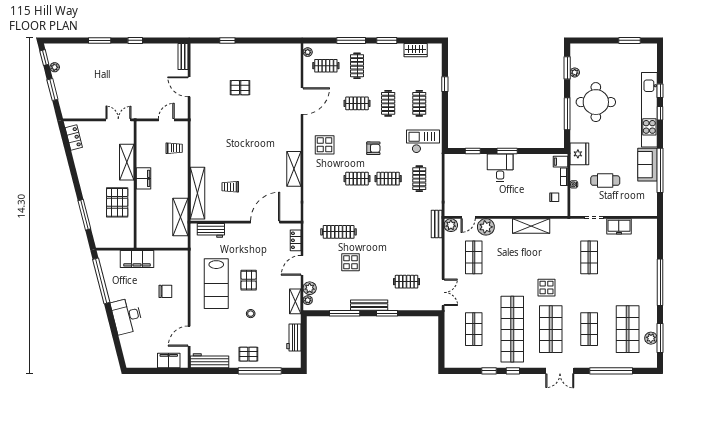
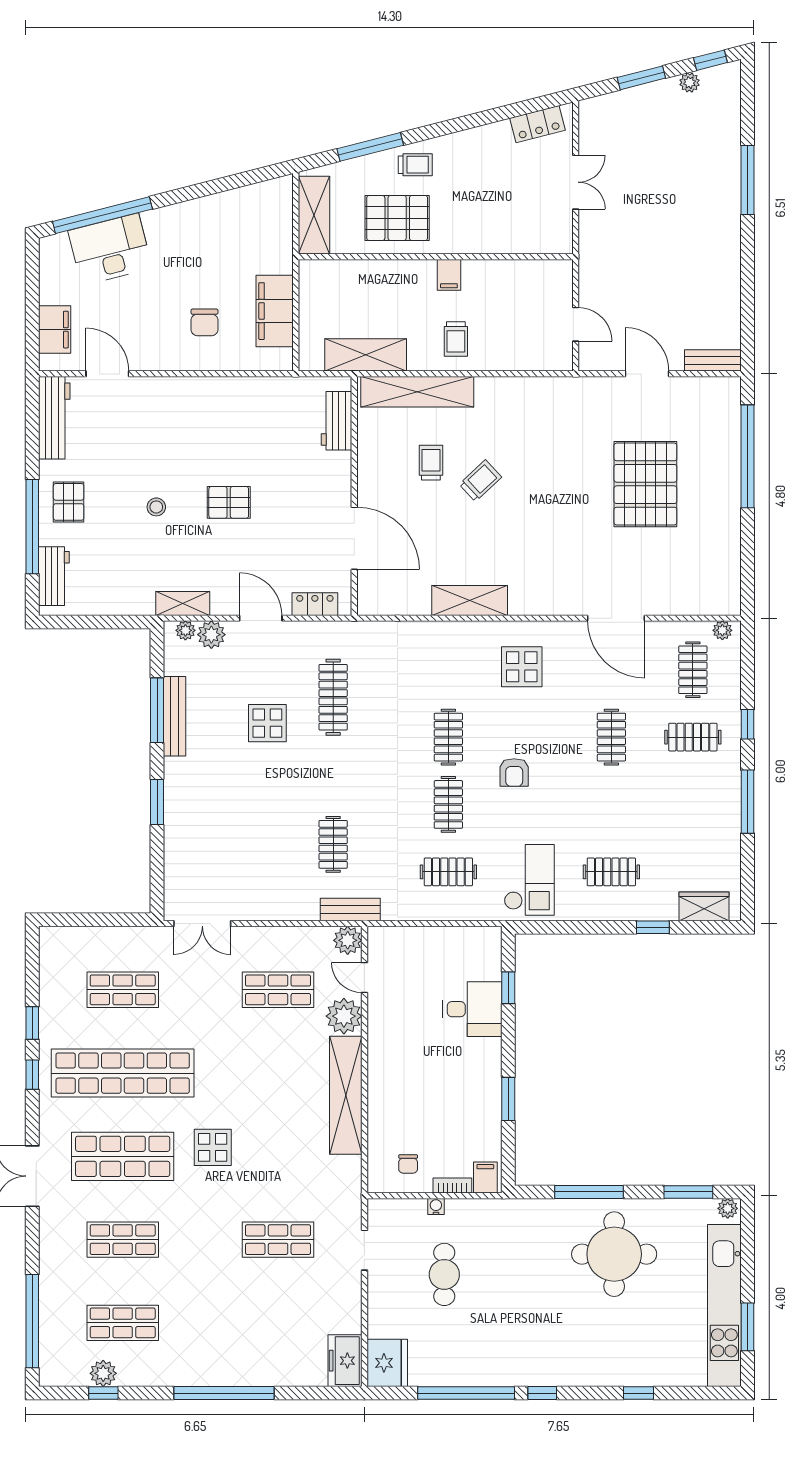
window: (100, 40) -> (747, 180), width x1.44
window: (135, 40) -> (747, 257), removed
window: (227, 40) -> (747, 456), width x3.17
window: (351, 40) -> (747, 724), width x0.46
window: (387, 40) -> (747, 802), width x1.44
wardrobe: (416, 50) -> (704, 906), moved, turned 90
plant: (575, 72) -> (728, 1208), moved
door: (189, 87) -> (647, 374), hinge flipped
pallet: (240, 88) -> (645, 484), width x2.05, depth x2.00
clothes rail: (388, 103) -> (611, 804), removed
kitchen unit: (649, 110) -> (724, 1306), moved, turned -90
window: (660, 113) -> (542, 1393), moved
double door: (118, 120) -> (576, 182), moved
trolley: (174, 148) -> (456, 339), moved
window: (507, 151) -> (508, 1099), moved
fridge: (579, 154) -> (387, 1363), moved, turned -90
shelving: (127, 162) -> (314, 215), moved, turned 90
trolley: (239, 164) -> (480, 481), added
sofa: (648, 165) -> (479, 1366), removed
desk: (500, 168) -> (472, 1009), moved
filing cabinet: (143, 178) -> (449, 275), width x0.50
trolley: (93, 194) -> (415, 165), added
shelving: (531, 226) -> (346, 1095), width x1.47
freezer: (619, 226) -> (345, 1361), moved
filing cabinet: (137, 259) -> (275, 311), moved
window: (101, 281) -> (102, 215), moved
clothes rail: (407, 282) -> (333, 844), moved
lab bench: (216, 284) -> (221, 432), removed
bench: (369, 305) -> (175, 716), moved
desk: (127, 316) -> (110, 249), moved
shop shelf: (628, 329) -> (123, 1323), width x0.70, depth x0.74
workbench: (294, 337) -> (54, 576), moved, turned 90
window: (660, 338) -> (103, 1393), width x0.46
window: (611, 371) -> (32, 1321), moved

